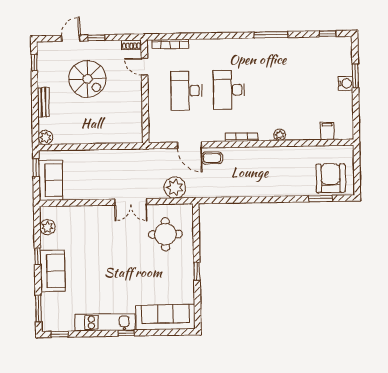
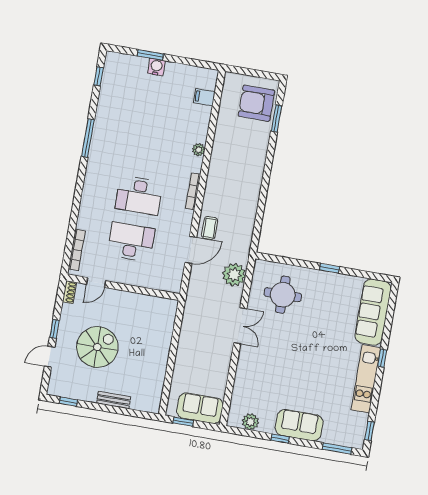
door: (71, 38) -> (50, 357), hinge flipped
desk: (186, 91) -> (131, 242), turned 180
plant: (45, 138) -> (152, 405), removed

